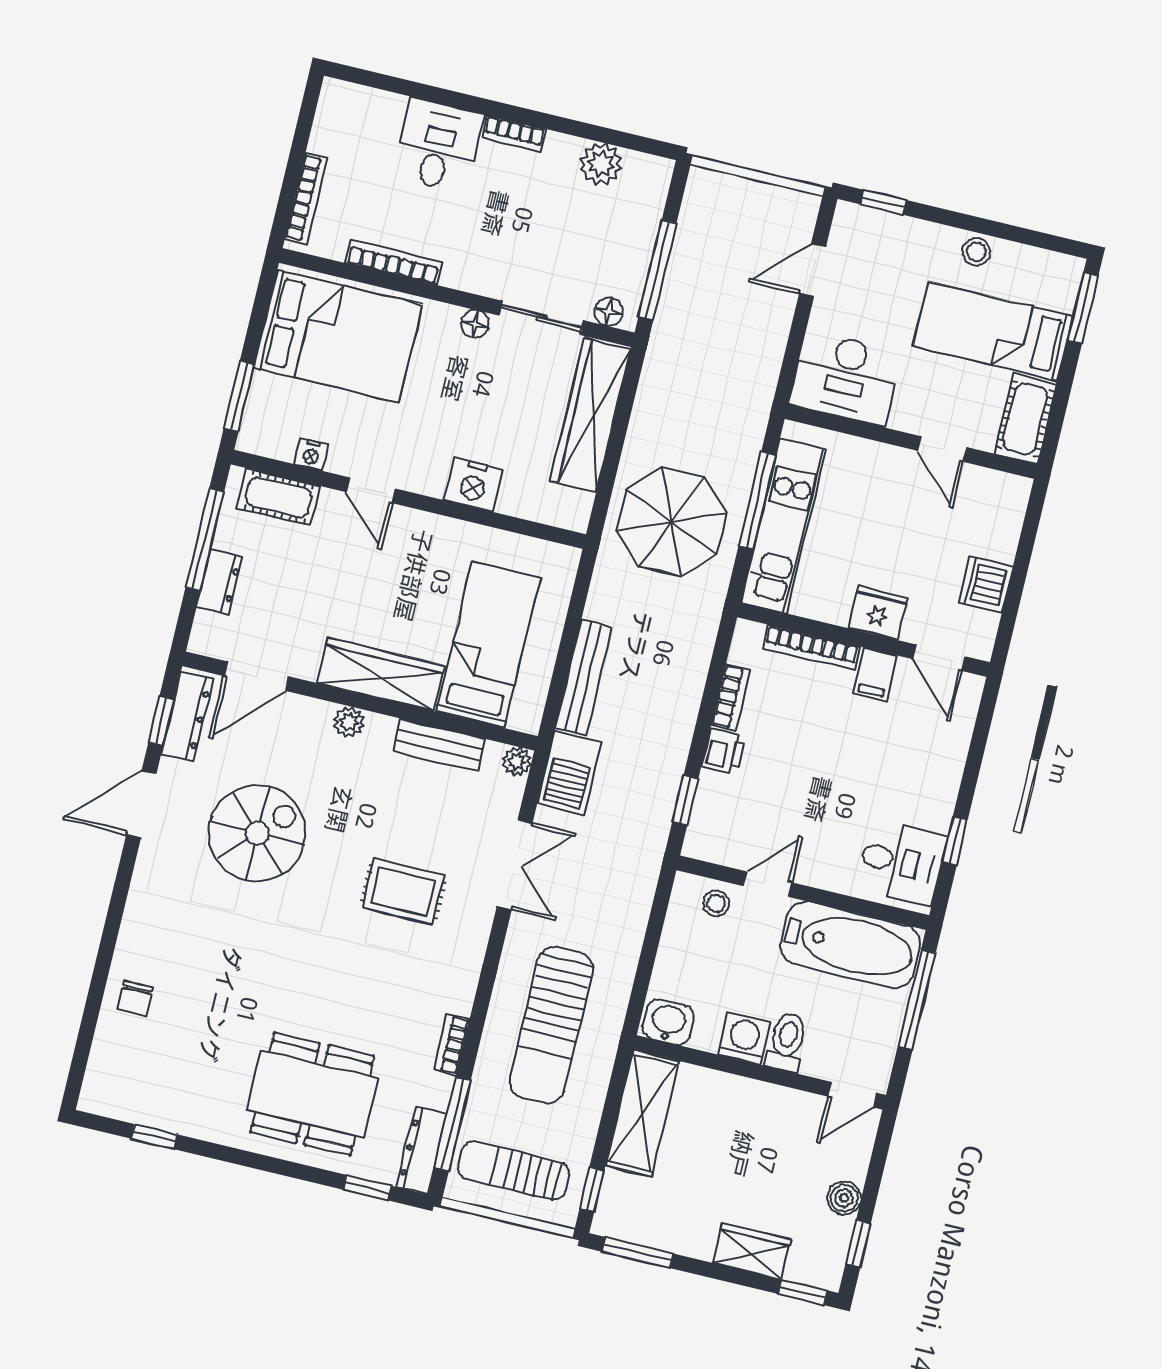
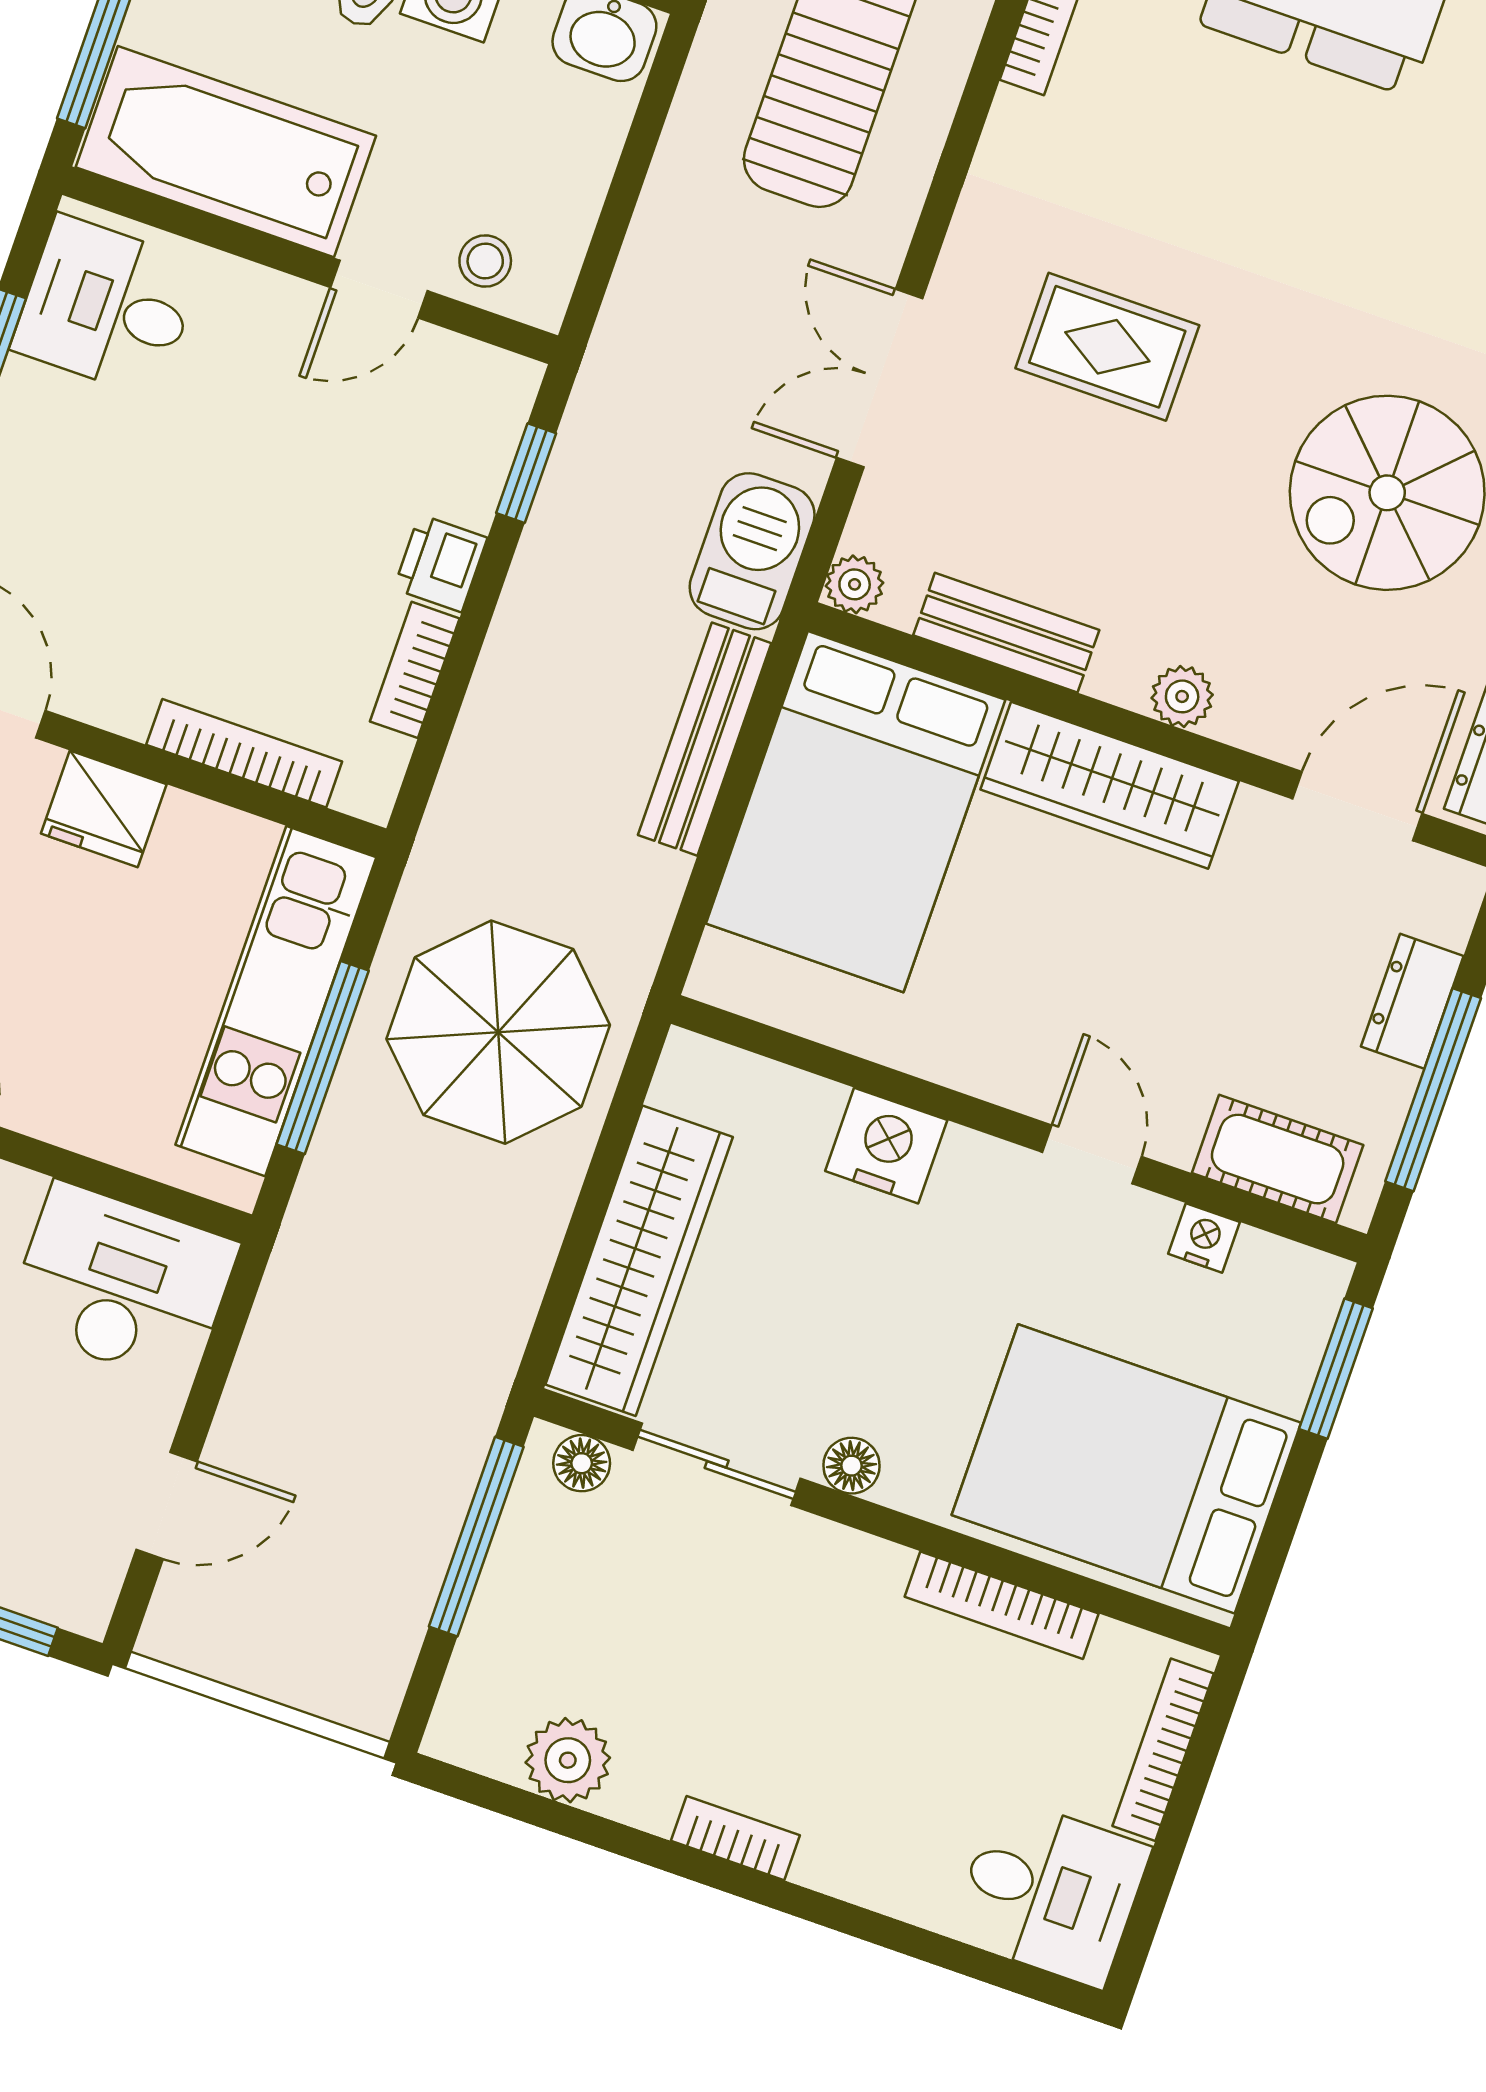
desk: (438, 145) -> (1050, 1892), moved, turned -90
bed: (488, 645) -> (856, 812), width x1.50
filing cabinet: (875, 674) -> (123, 687), removed

